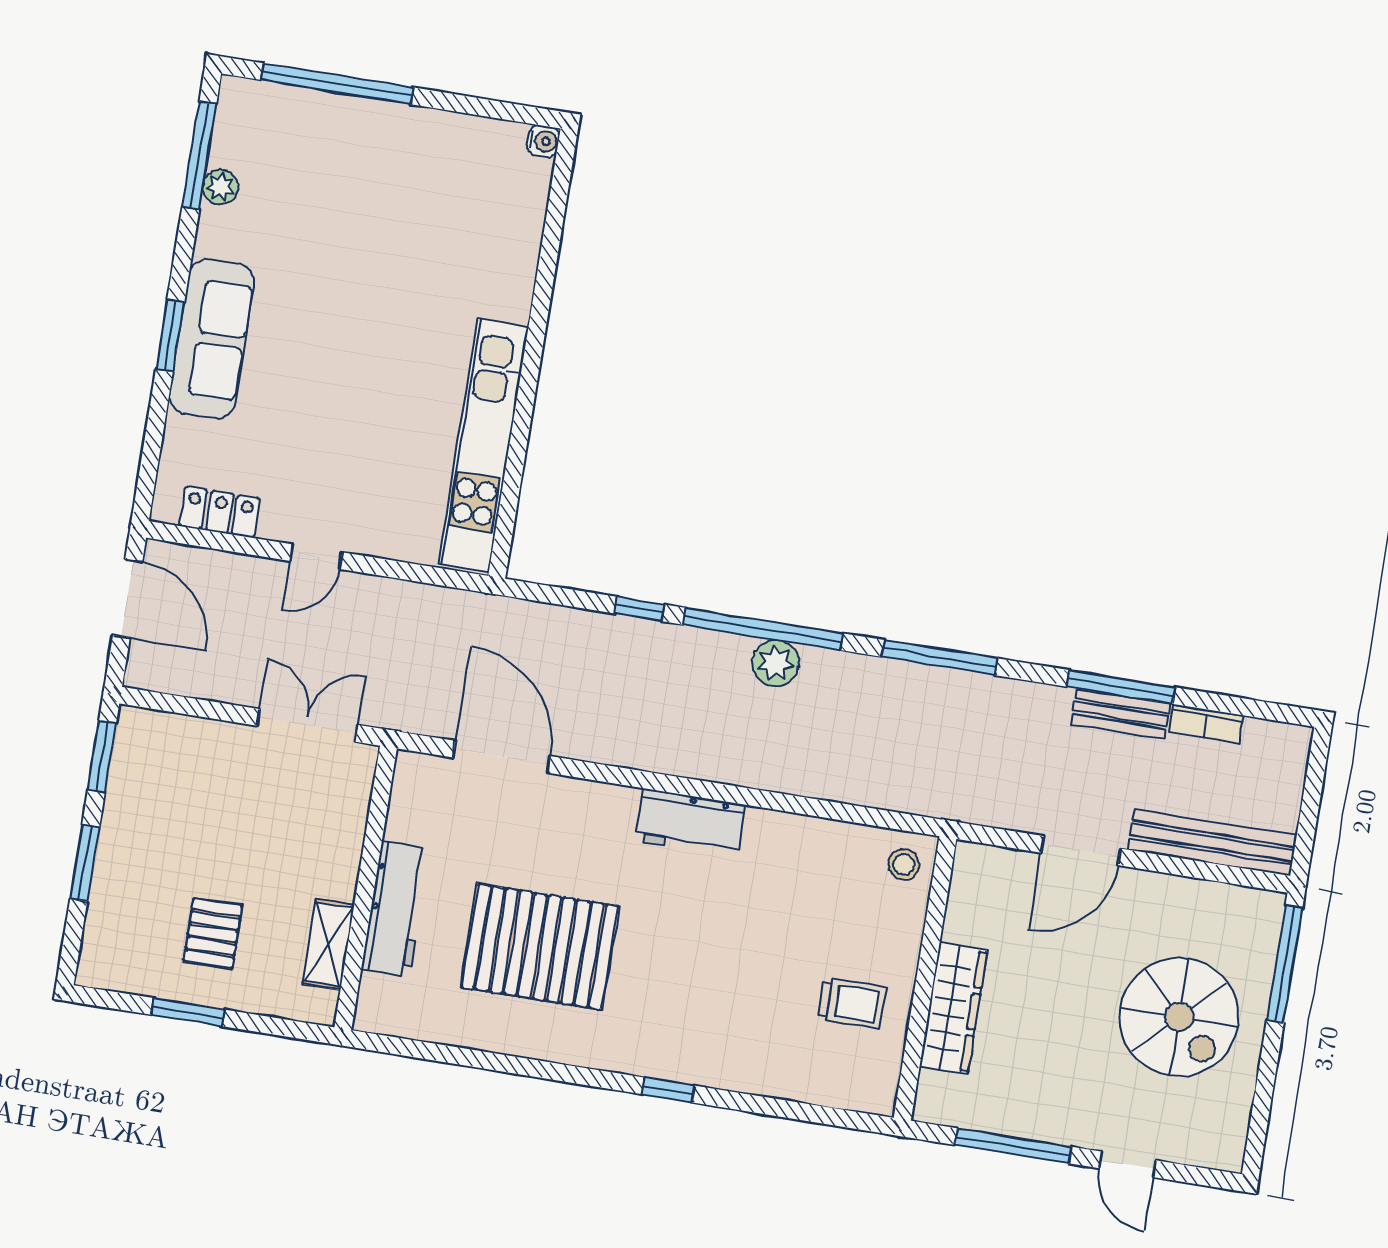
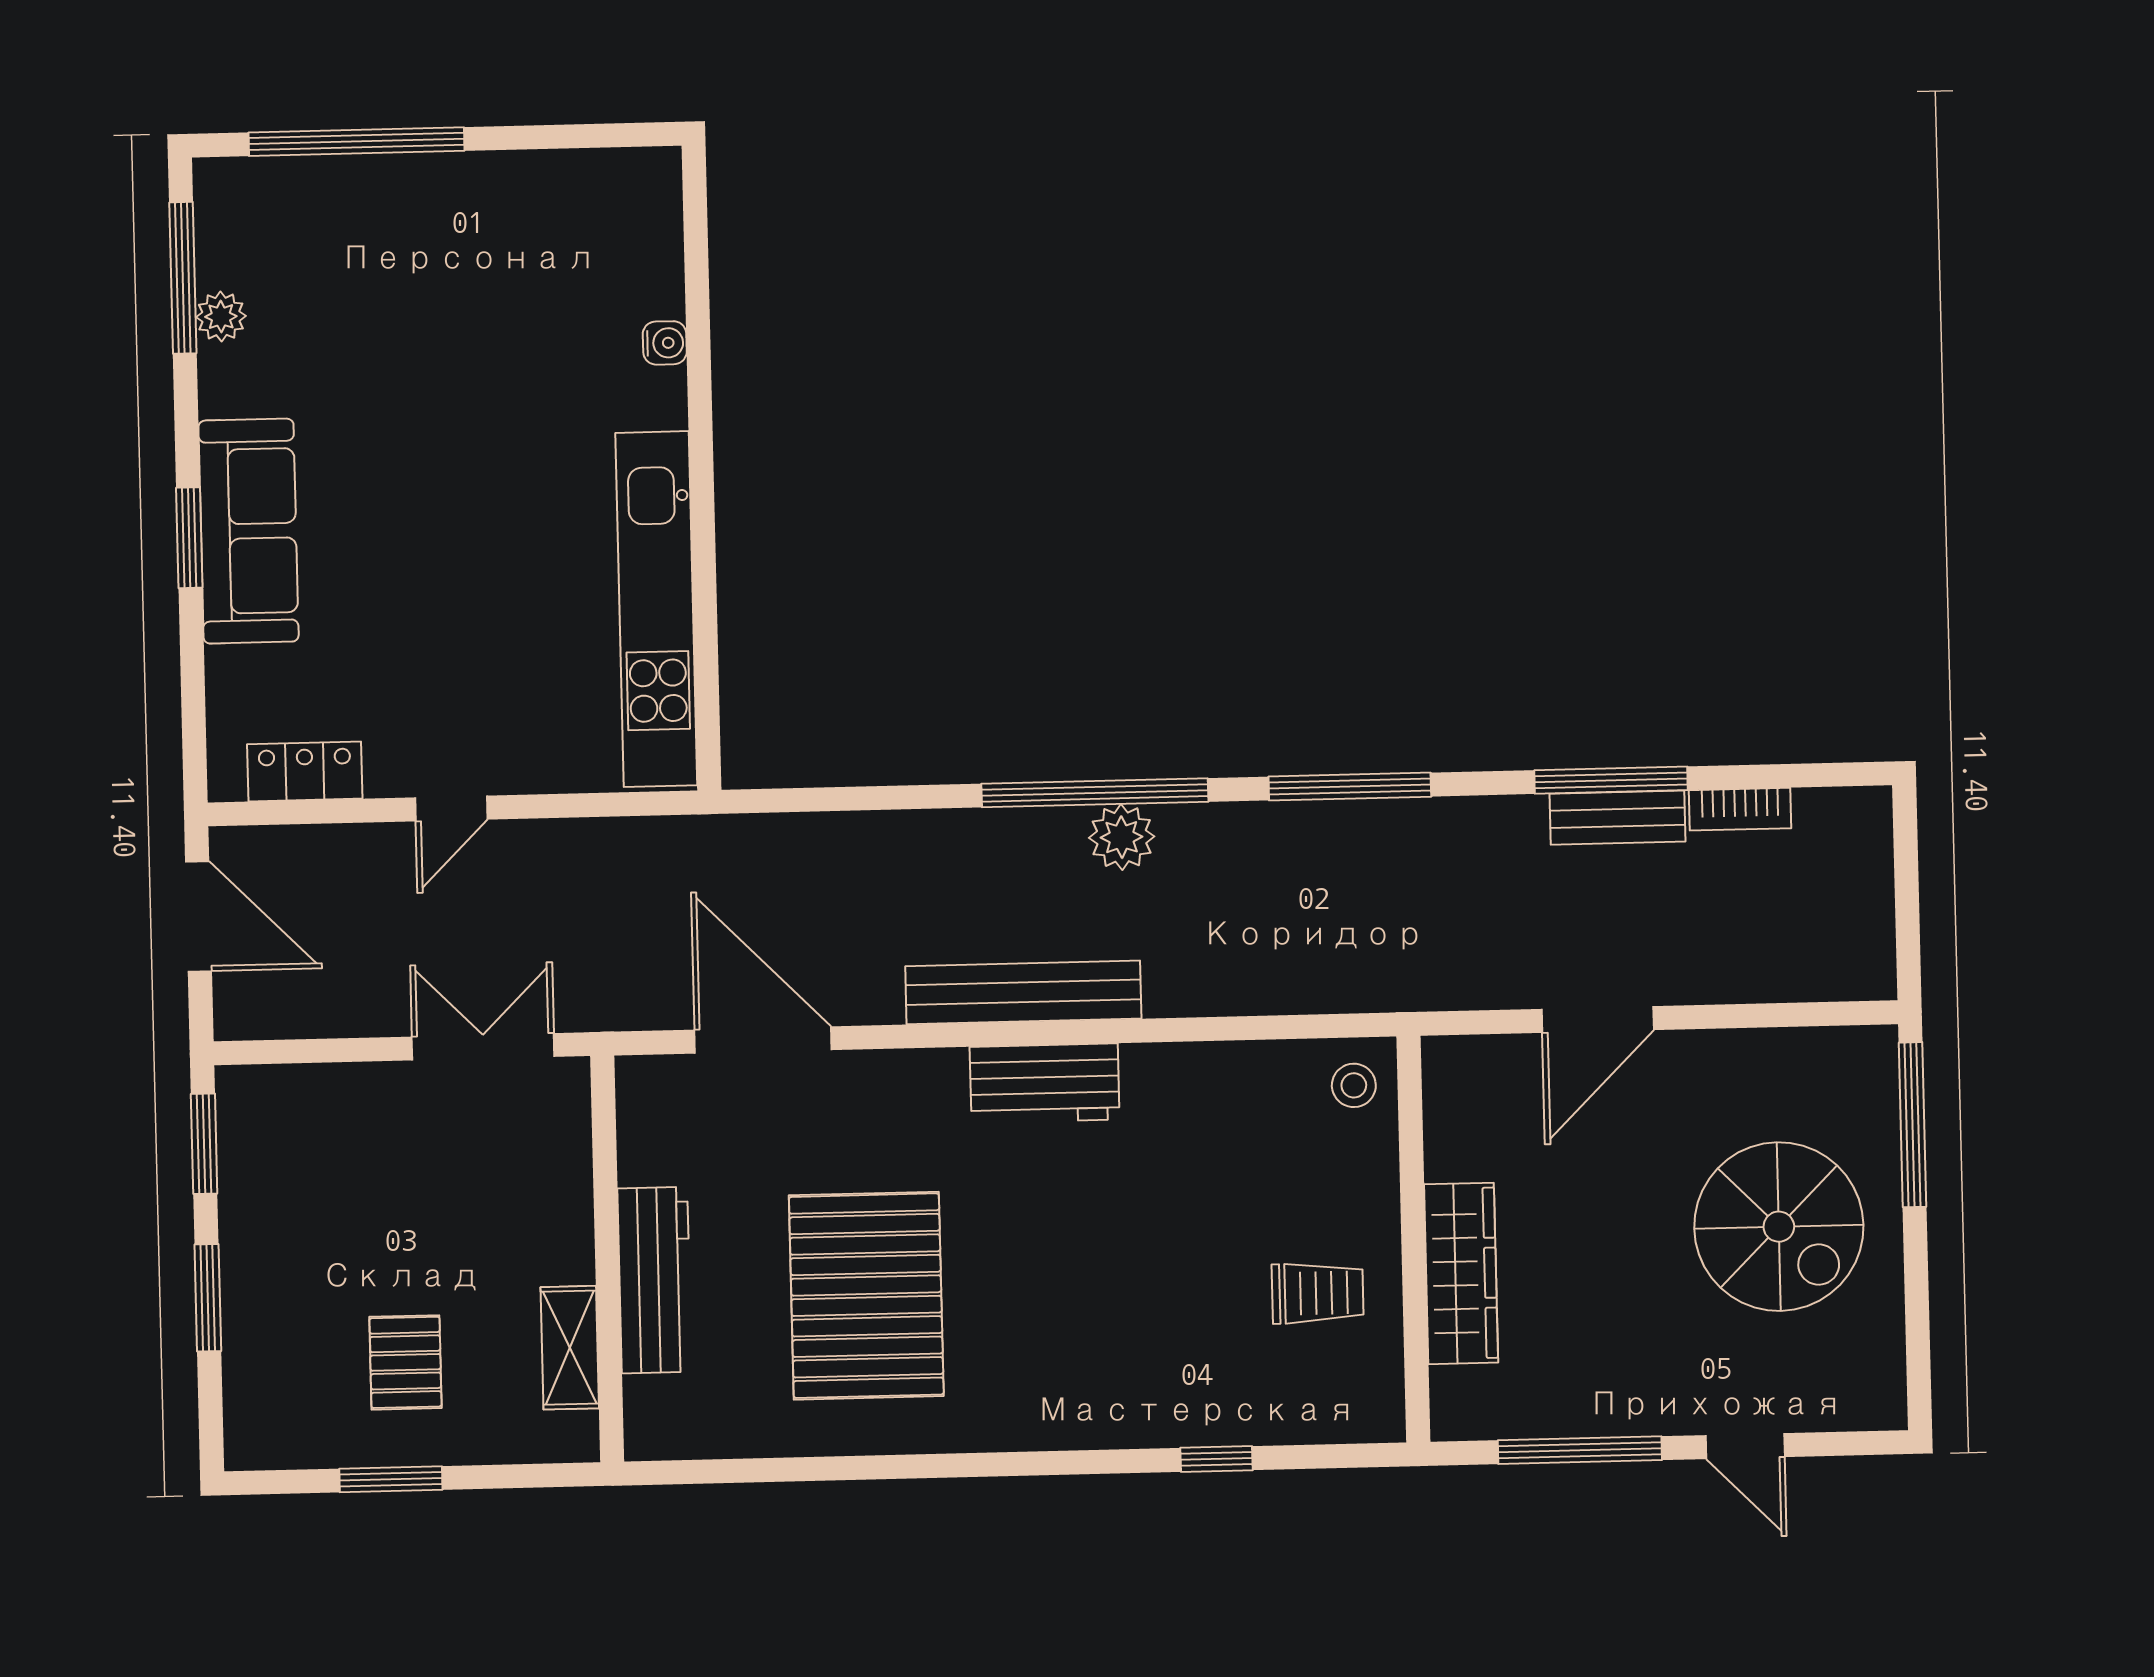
water cooler: (543, 141) -> (665, 343), moved
window: (640, 609) -> (917, 797), removed
bench: (1212, 843) -> (1023, 992), moved
pallet: (540, 947) -> (866, 1296), turned 90
window: (668, 1090) -> (1216, 1459), moved

